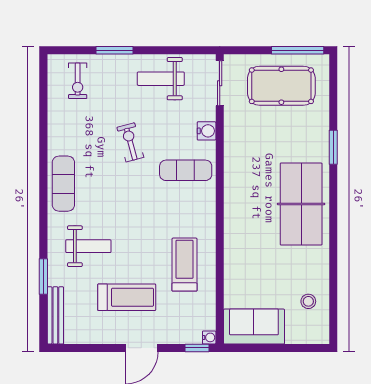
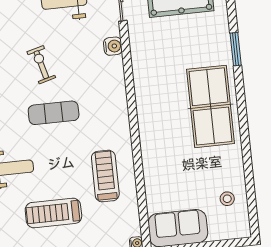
exercise mat: (186, 170) -> (54, 113), moved
treadmill: (127, 297) -> (53, 213), turned 180

